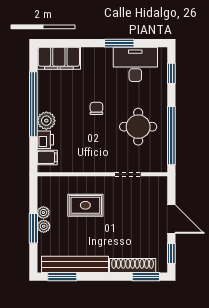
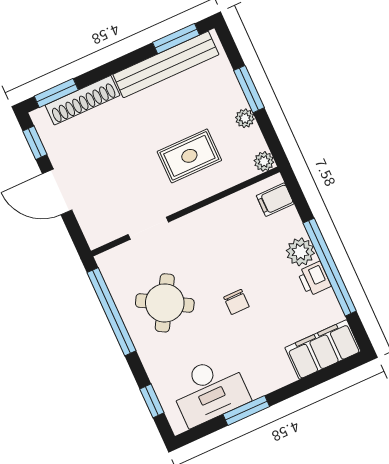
round table: (138, 127) -> (165, 303), turned 30
printer: (45, 140) -> (314, 279), moved
plant: (44, 226) -> (264, 161), moved

